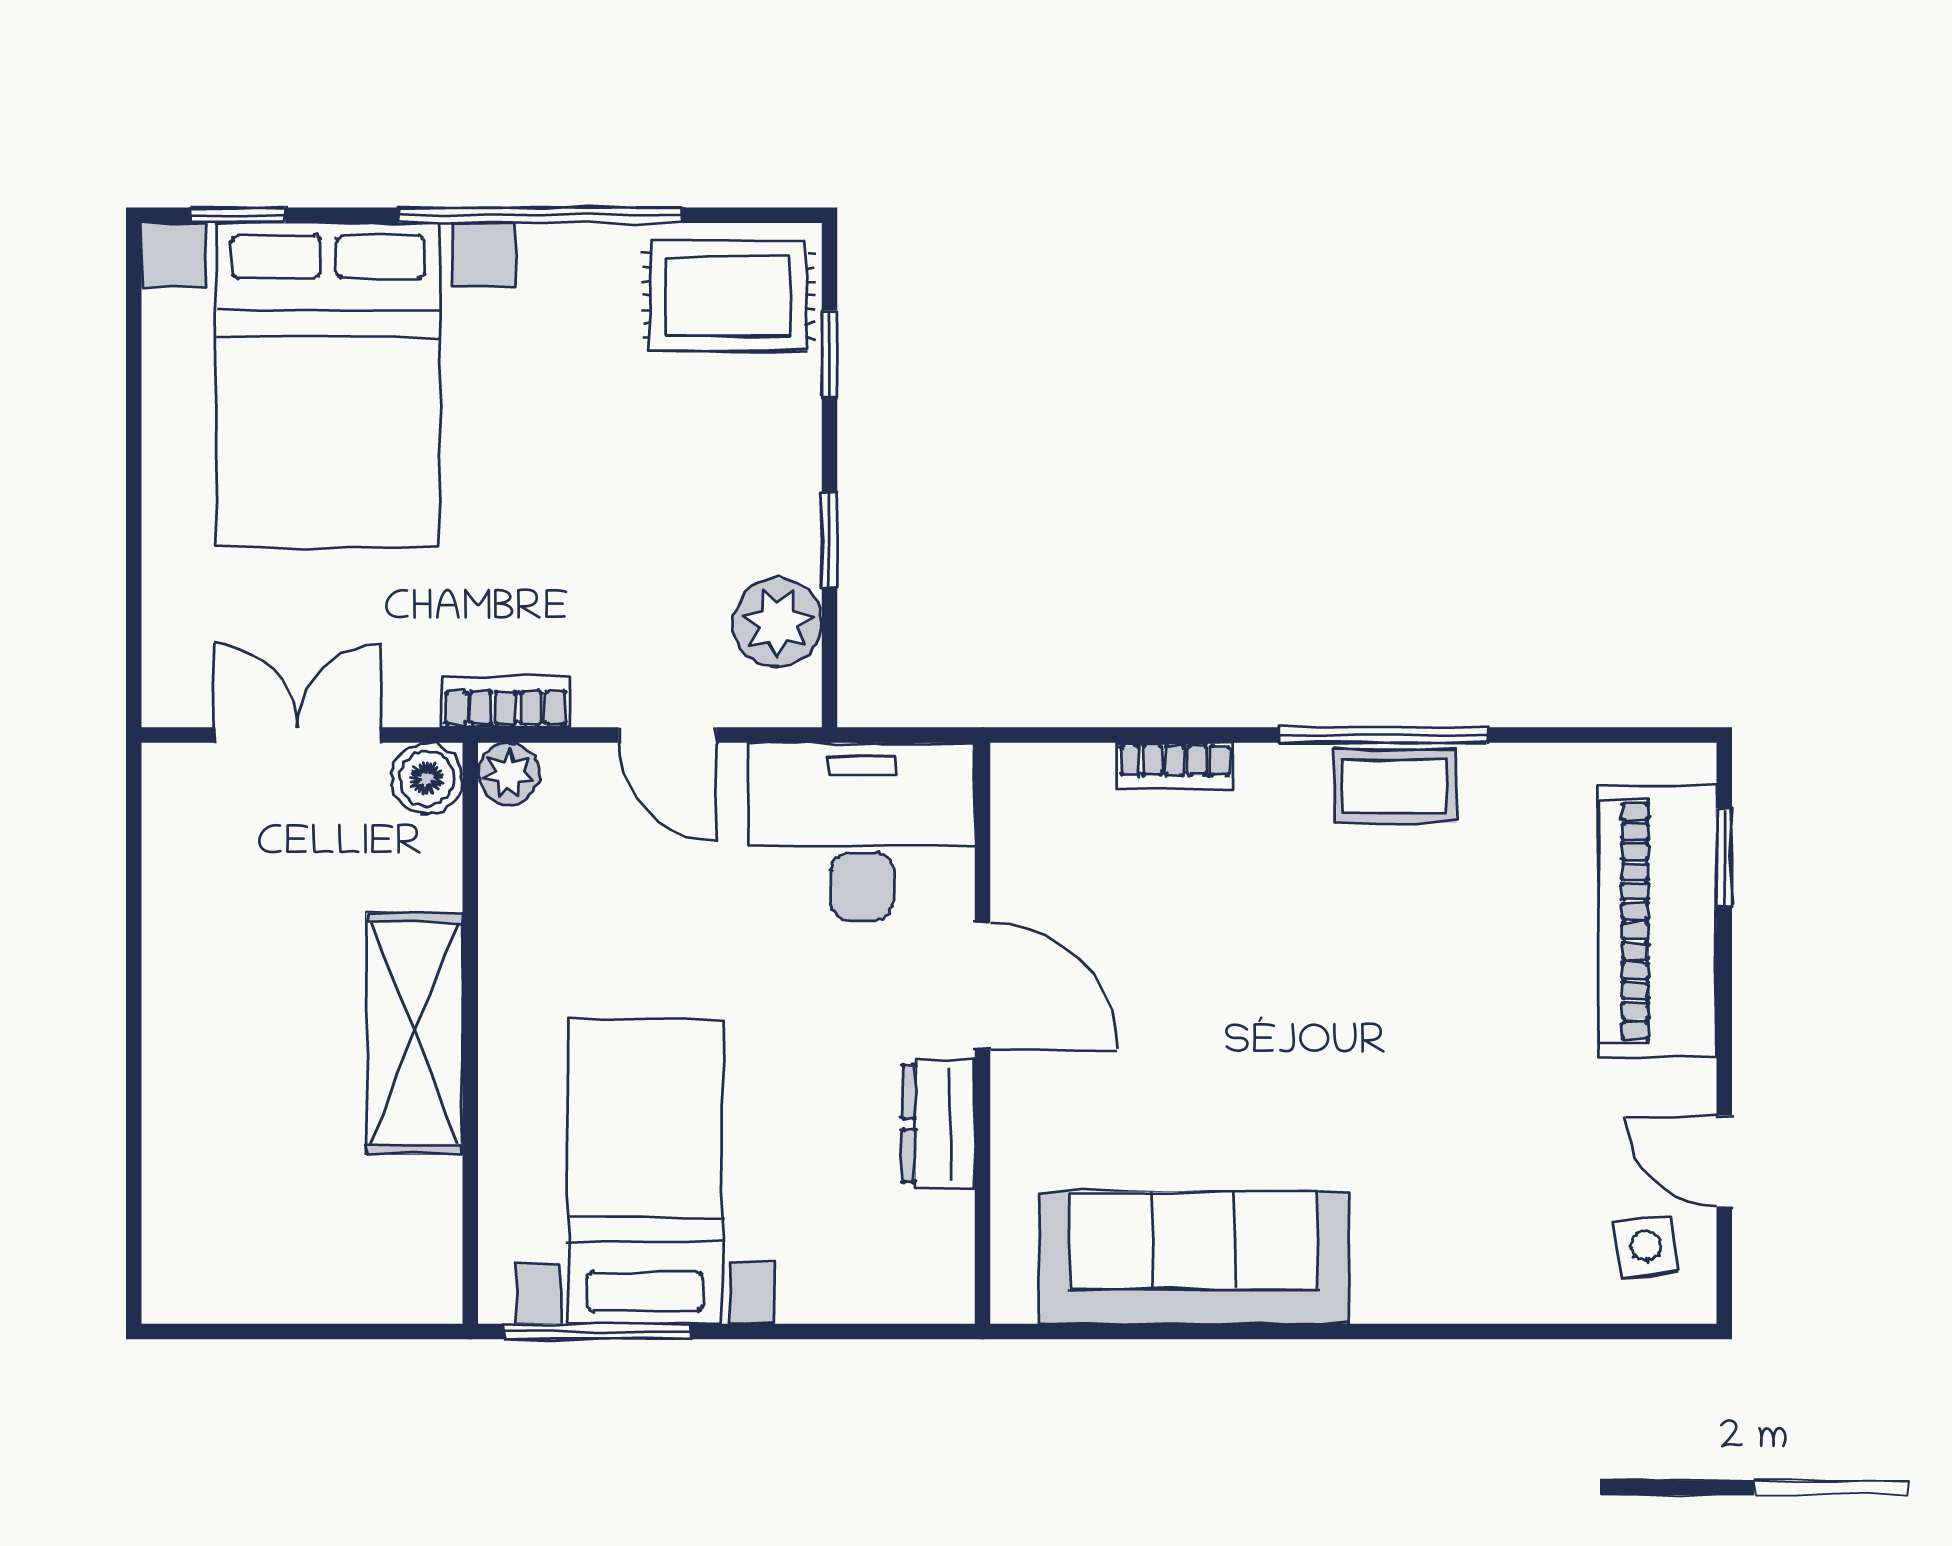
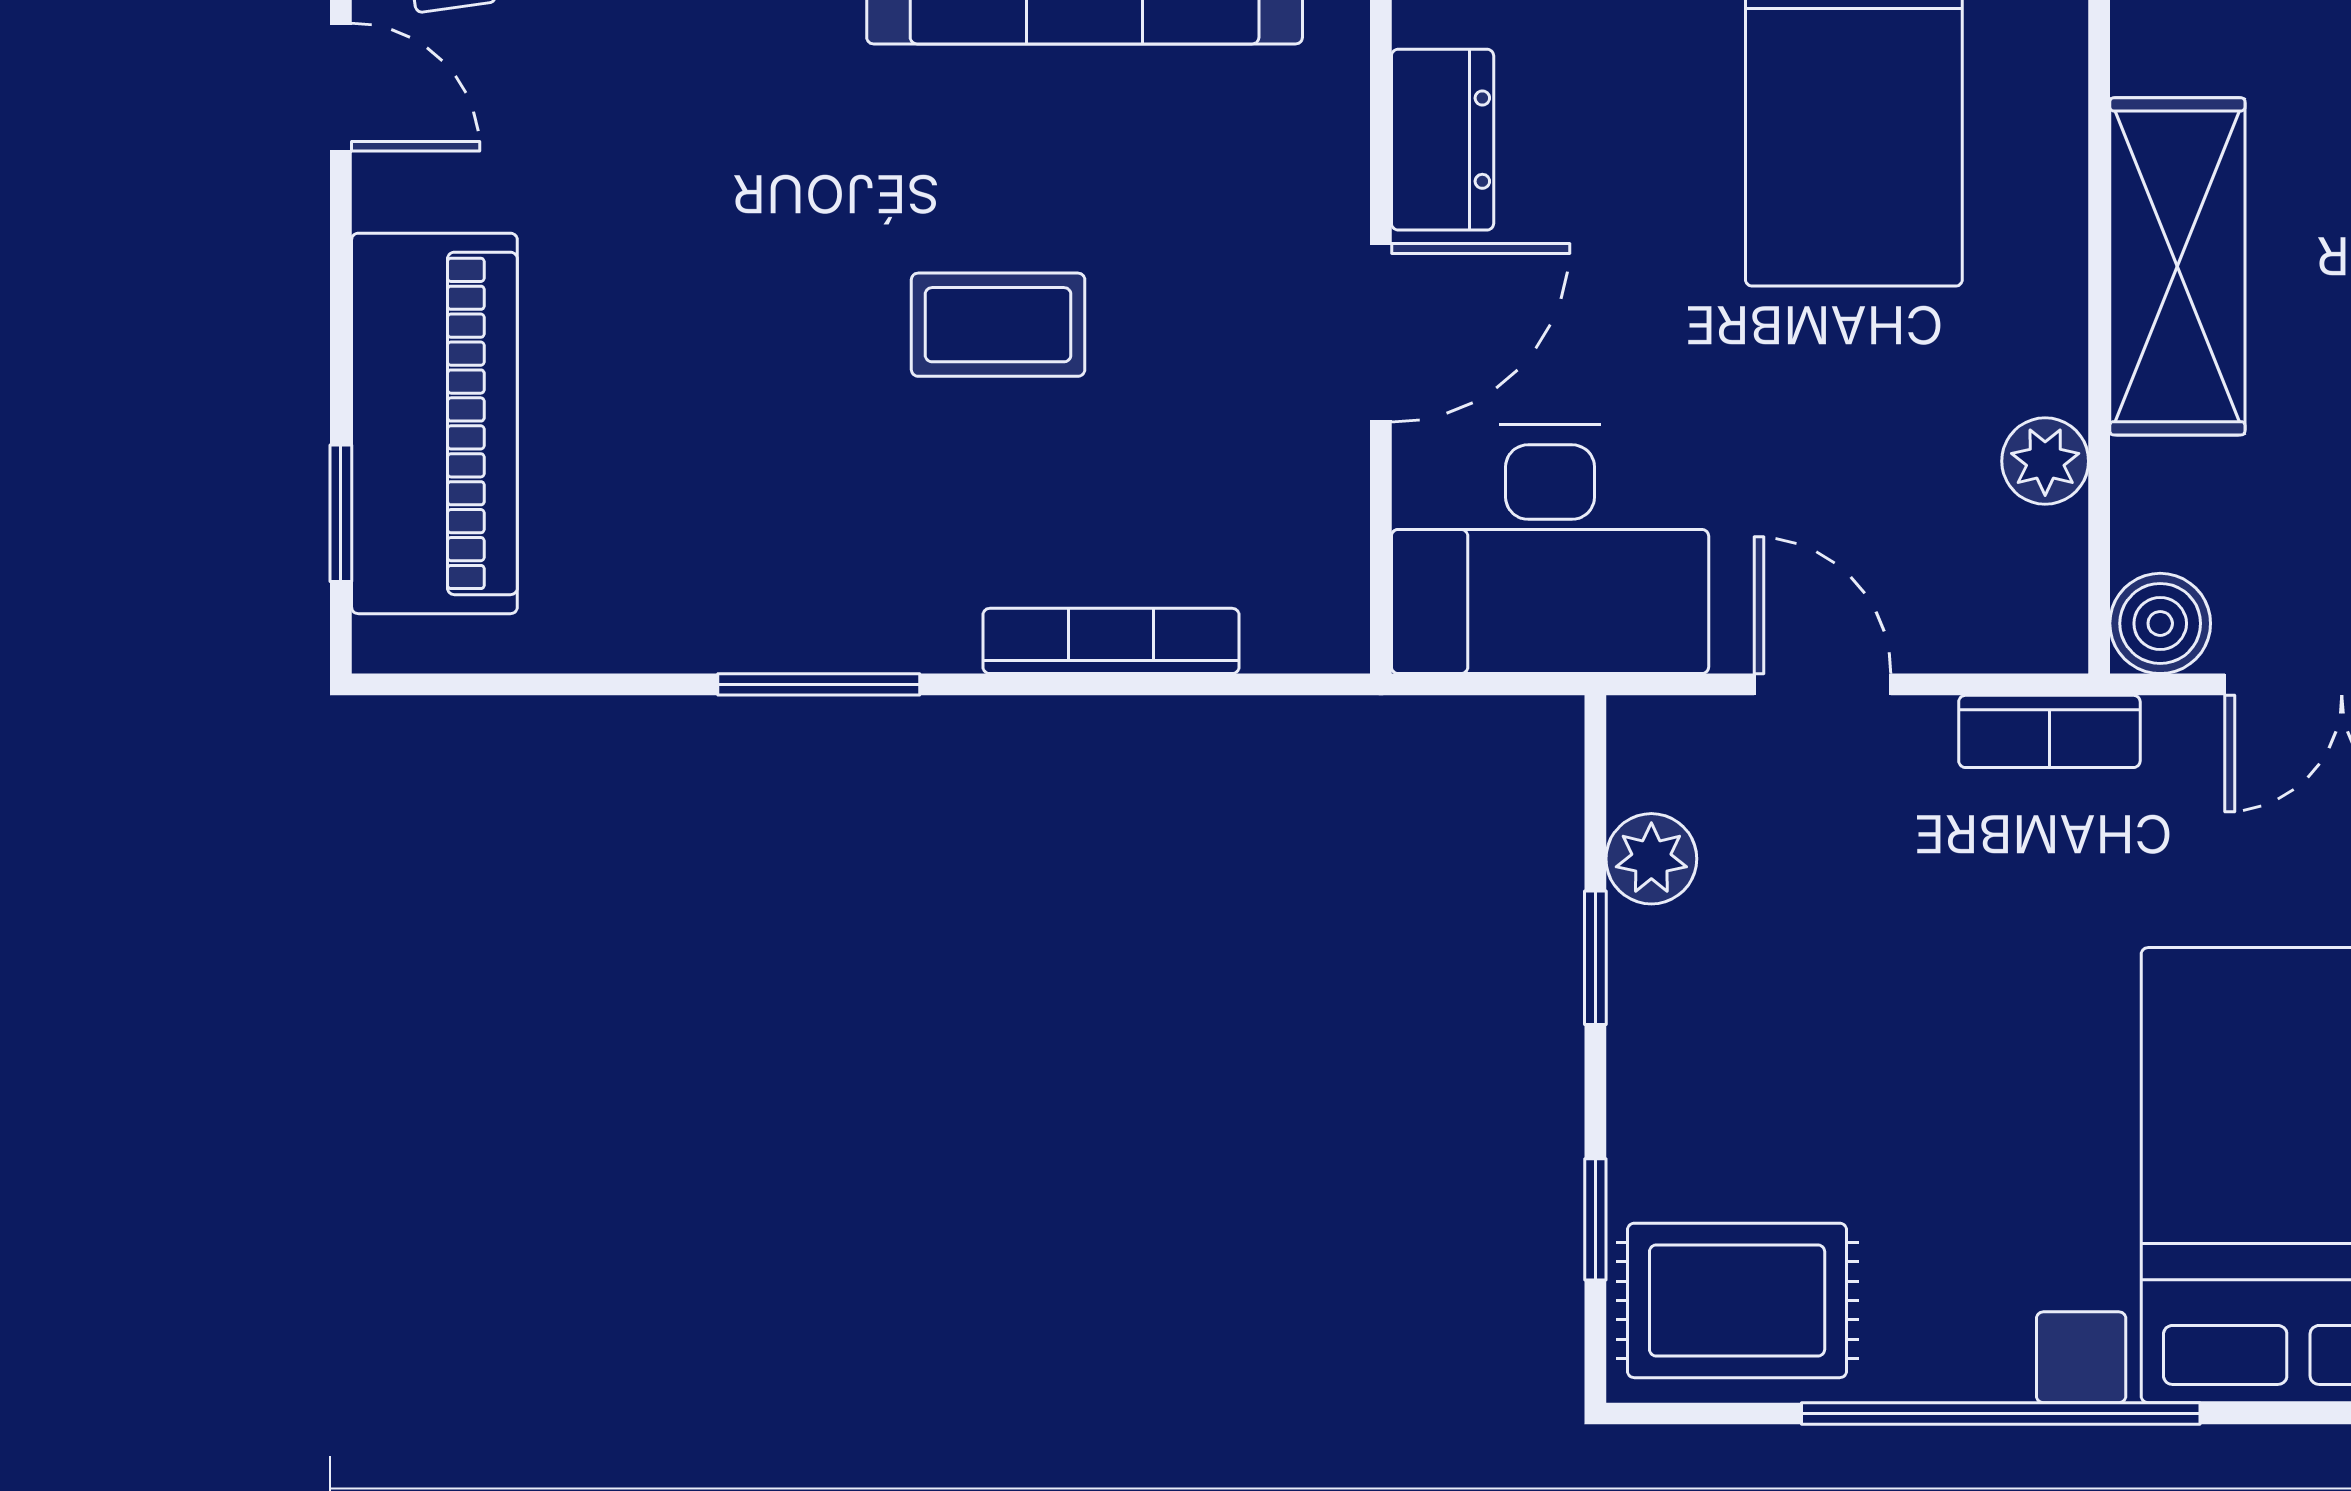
plant: (778, 623) -> (1651, 859), width x0.73, depth x0.73
window: (1383, 735) -> (819, 684), width x0.69
bookcase: (1175, 766) -> (1111, 641), width x1.56
plant: (509, 774) -> (2045, 461), moved
coffee table: (1395, 786) -> (998, 325), moved
door: (982, 986) -> (1381, 333), swing flipped

